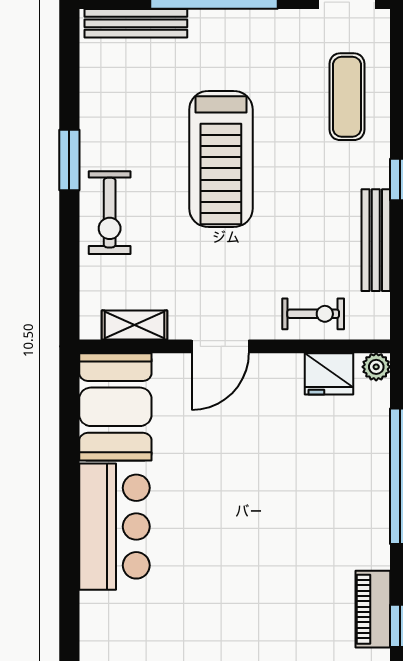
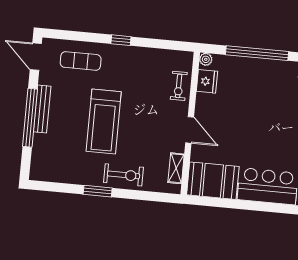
bench: (136, 23) -> (42, 109), moved
treadmill: (221, 159) -> (104, 121), turned 90
bench: (376, 240) -> (148, 54), removed
exercise bike: (313, 314) -> (179, 86), turned 180

